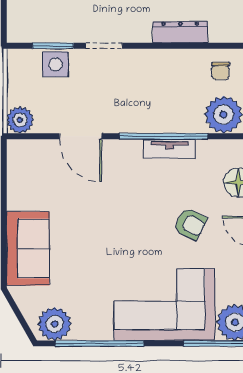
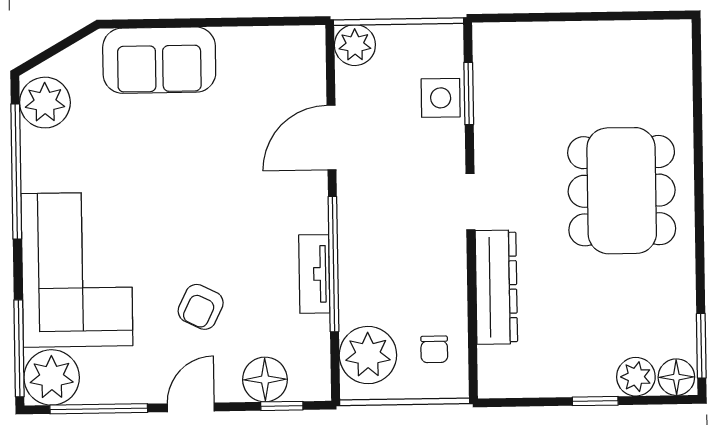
dresser: (180, 32) -> (496, 287), width x1.37, depth x1.24
doorway: (104, 46) -> (470, 202), moved
chair: (220, 71) -> (434, 349), turned -90

